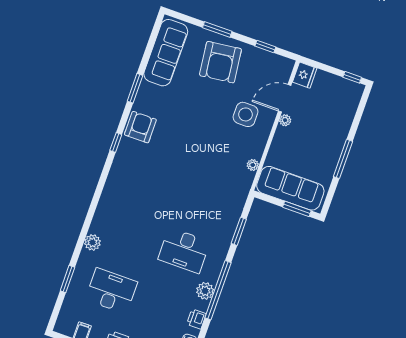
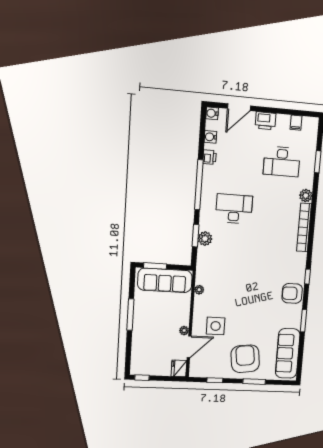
armchair: (140, 127) -> (292, 293), turned 90
bookcase: (105, 204) -> (304, 227), added
plant: (205, 291) -> (205, 239), moved

